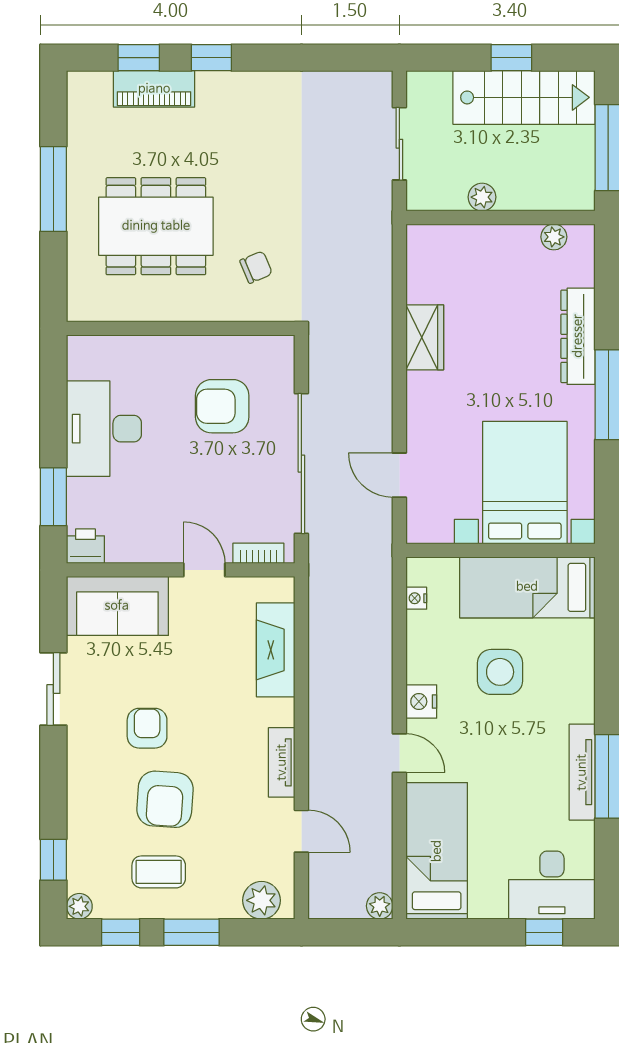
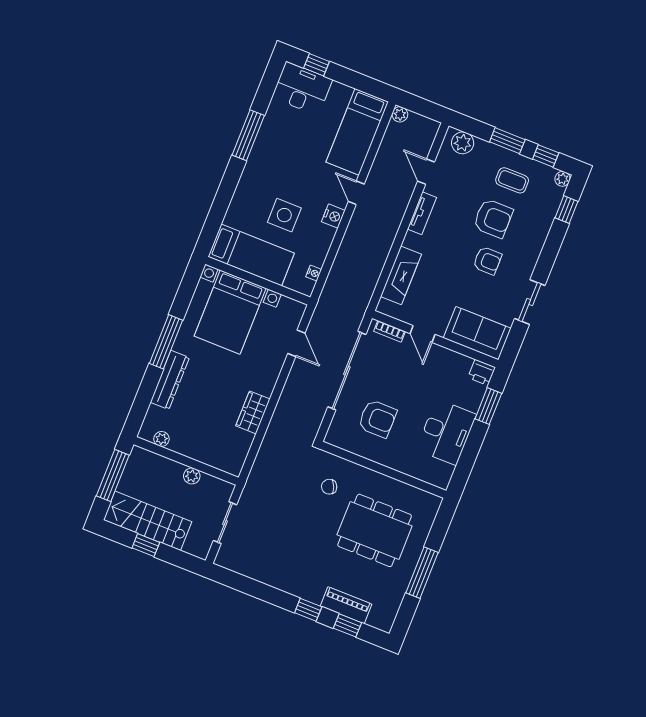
armchair: (147, 728) -> (487, 261), turned -90
tv unit: (582, 772) -> (261, 143), removed
armchair: (165, 799) -> (493, 218), turned 86

